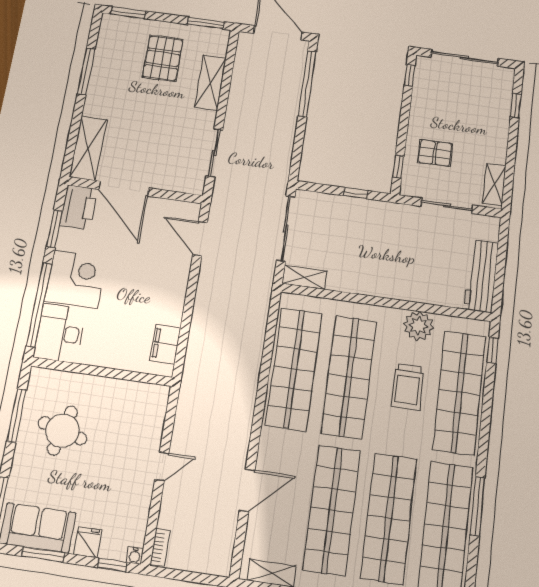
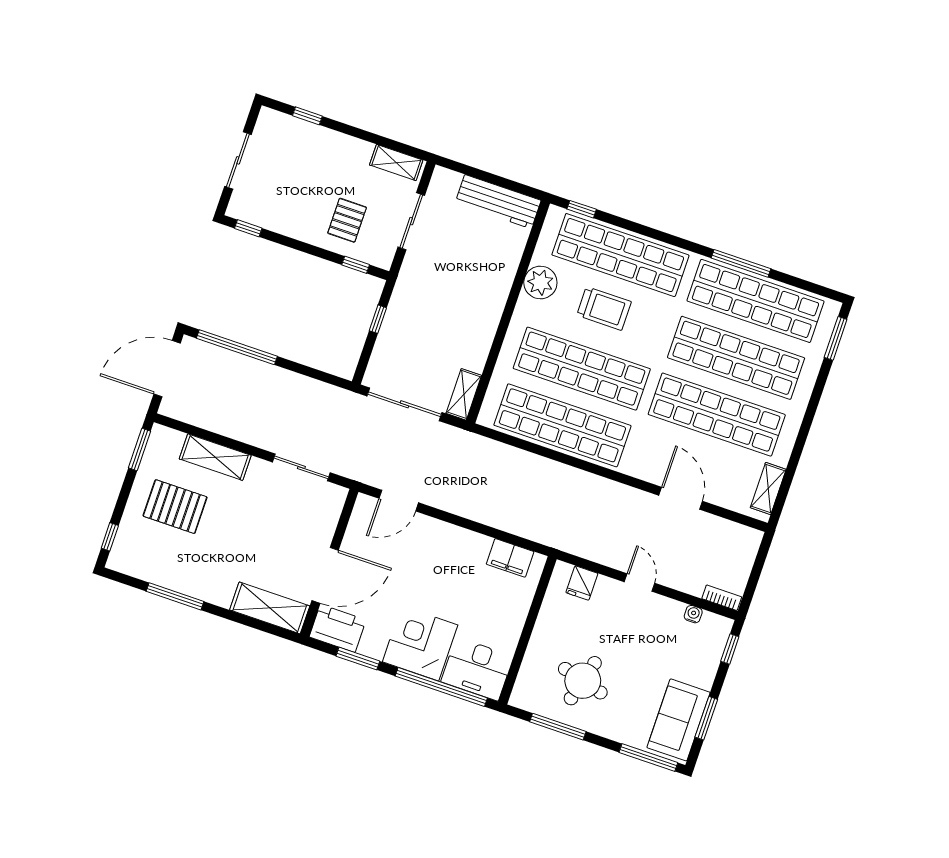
window: (128, 13) -> (110, 537), width x0.67
sliding door: (464, 58) -> (238, 160), width x0.73
fridge: (88, 542) -> (582, 583), moved, turned -90
water cooler: (135, 556) -> (693, 614), moved, turned -90

